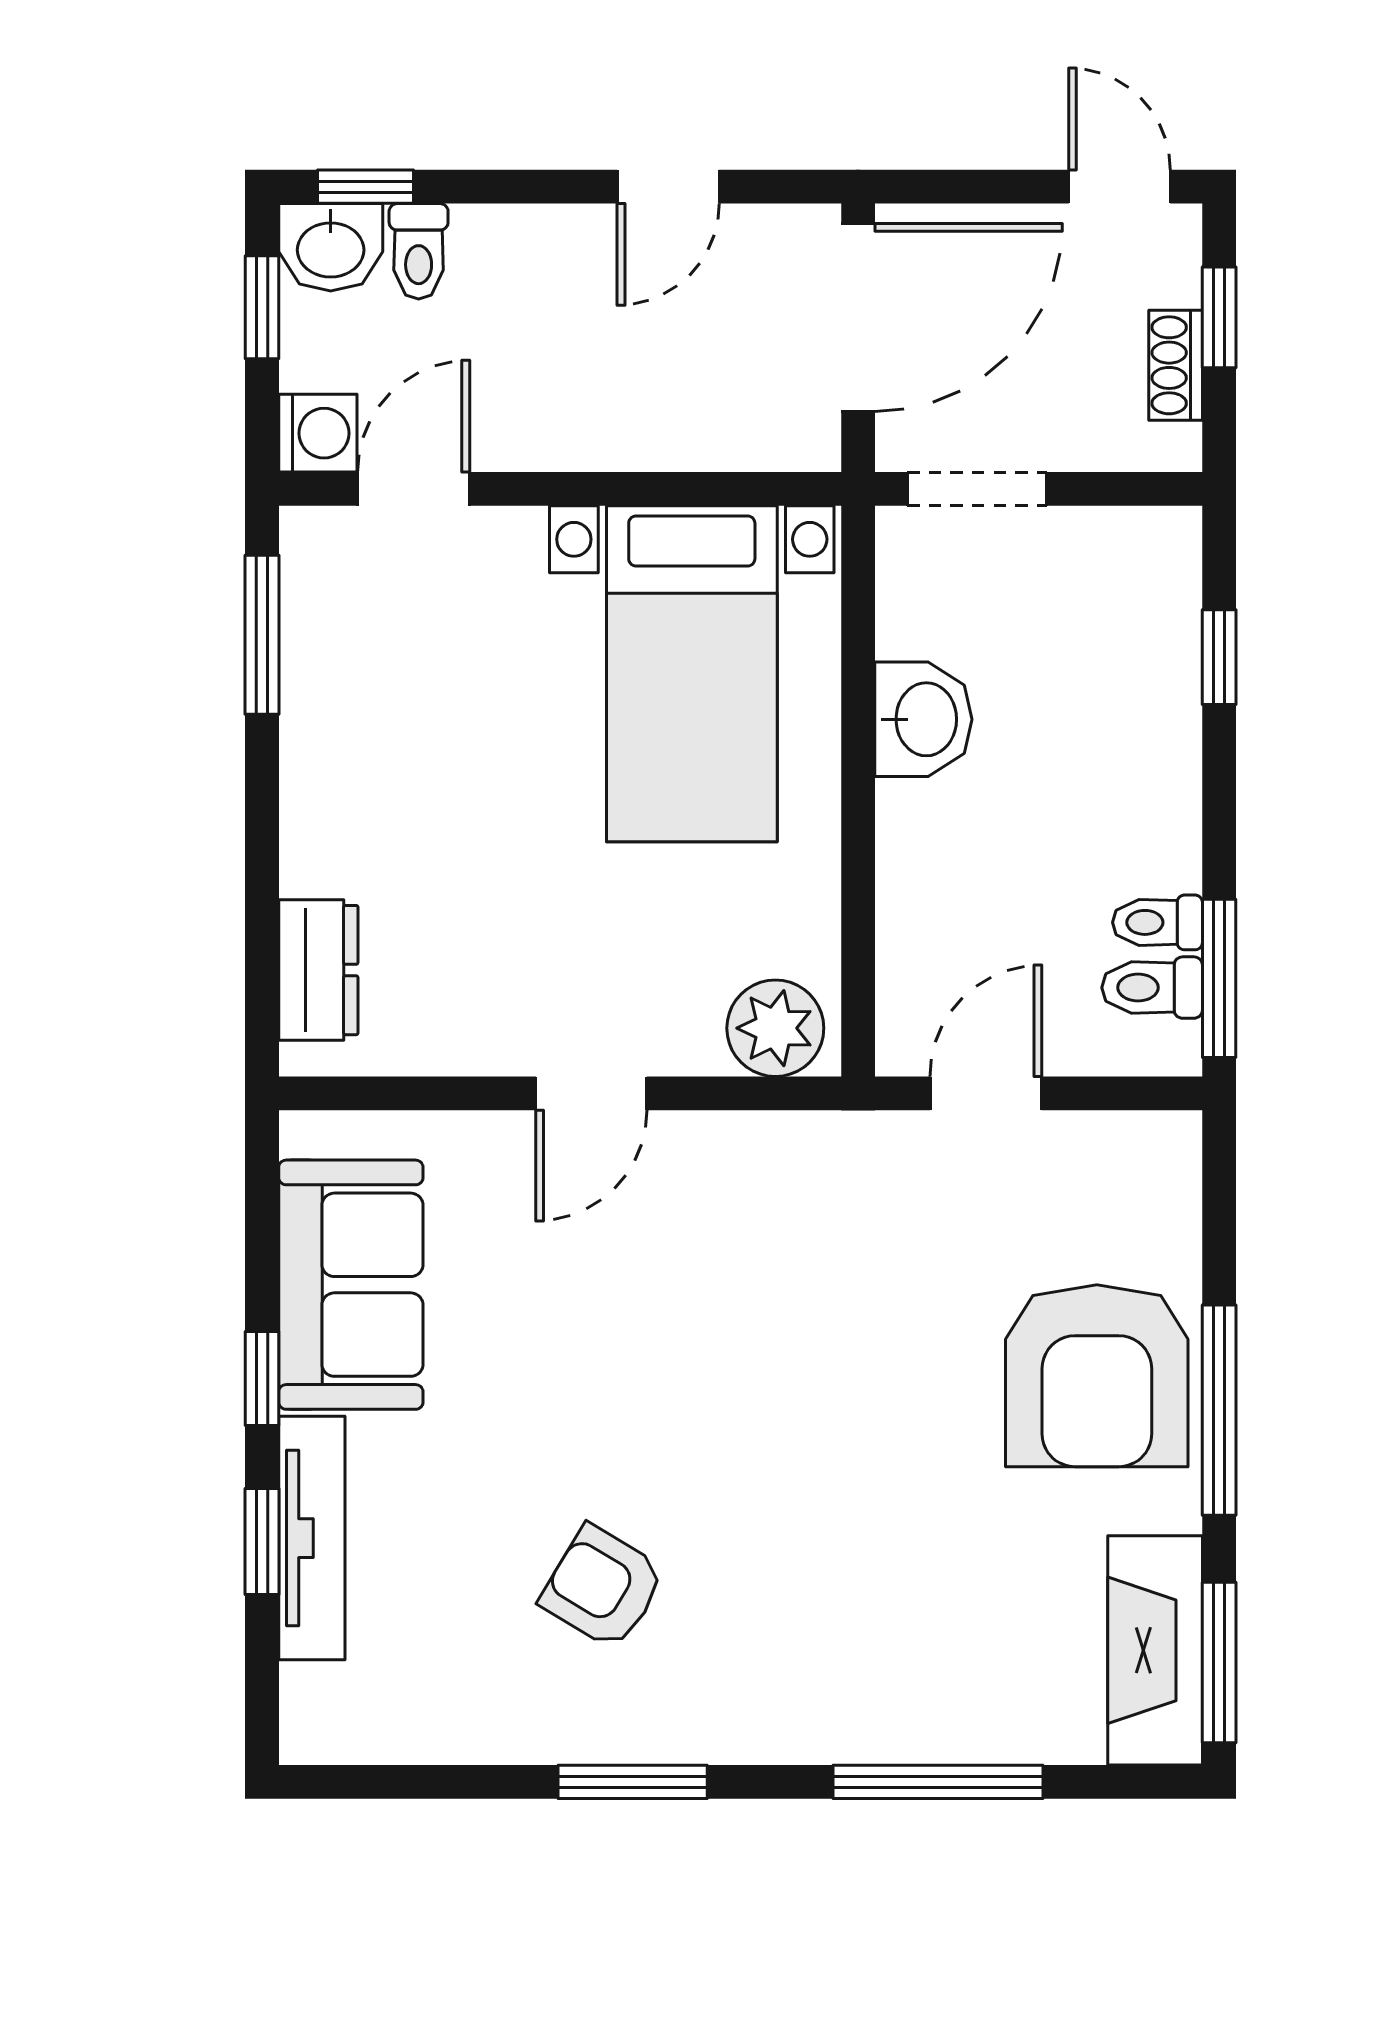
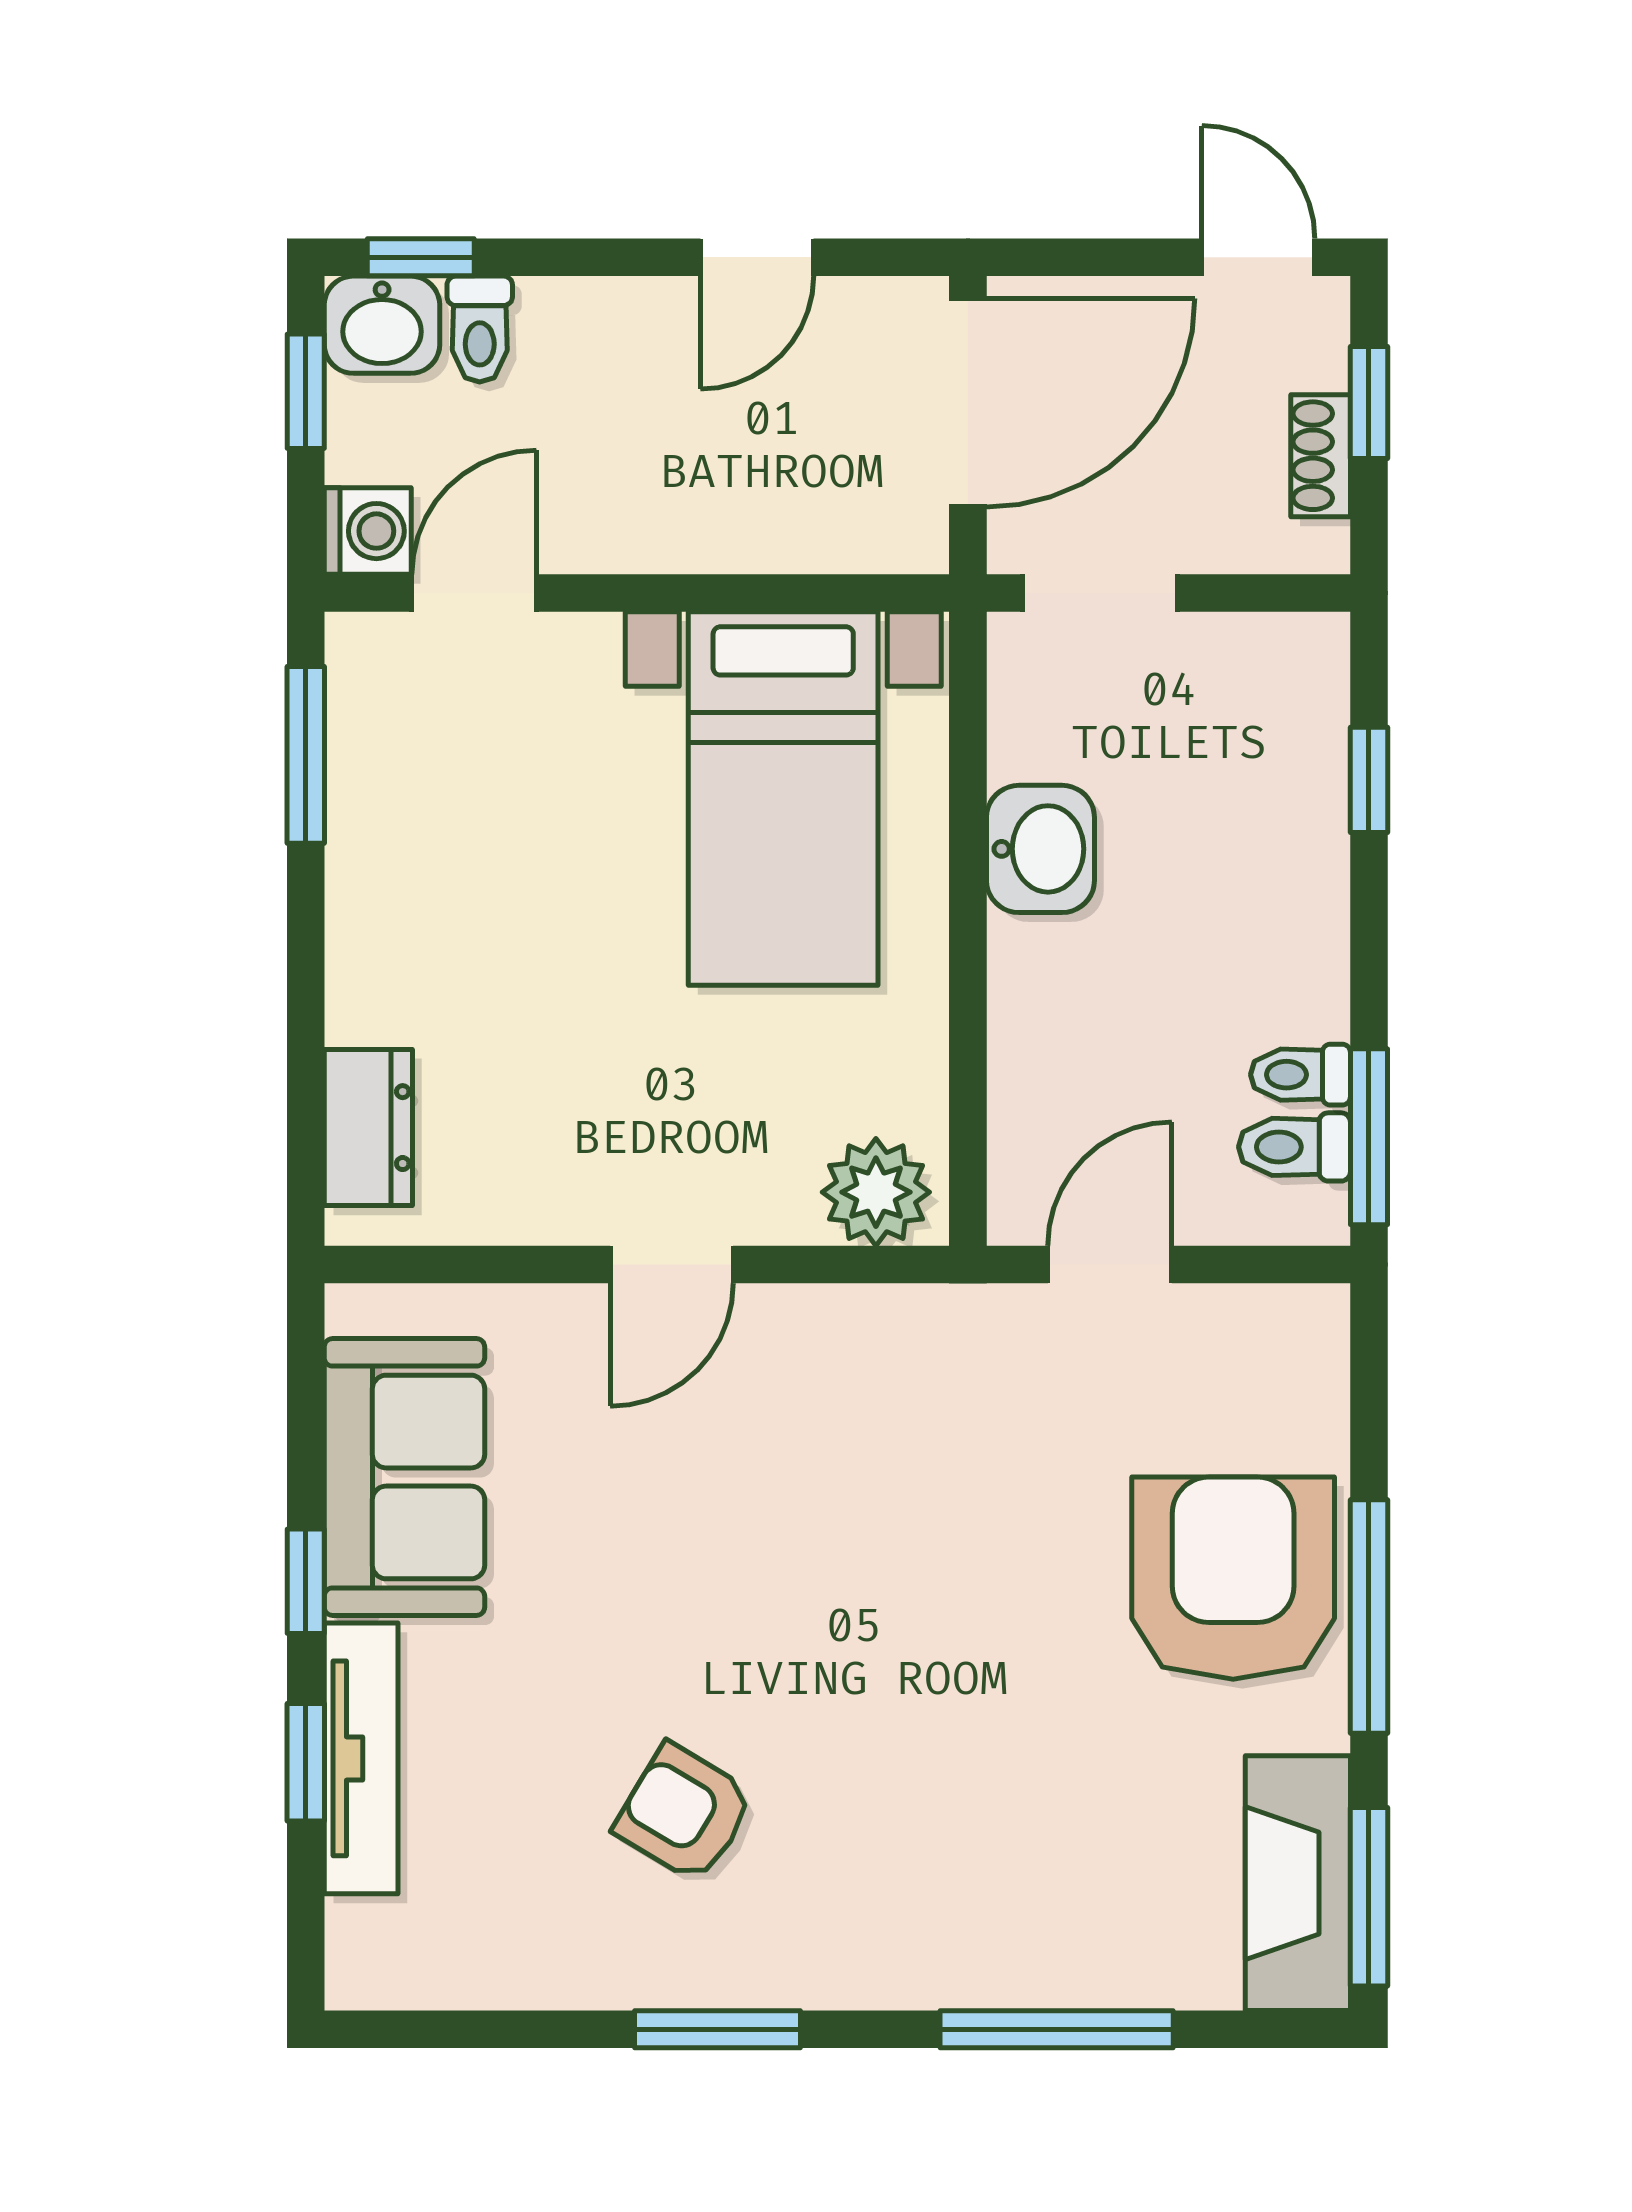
armchair: (1097, 1376) -> (1233, 1578), turned 180

